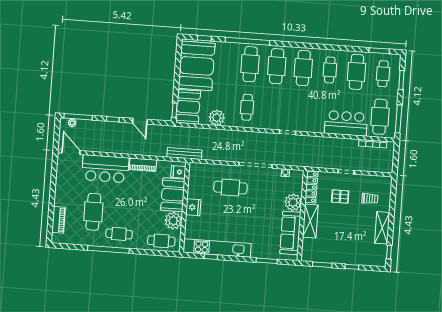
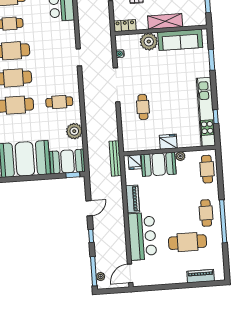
locker: (311, 187) -> (125, 26), width x0.66
cafe table: (230, 188) -> (143, 107), width x0.73, depth x0.74
plant: (173, 221) -> (180, 156), width x0.53, depth x0.53

